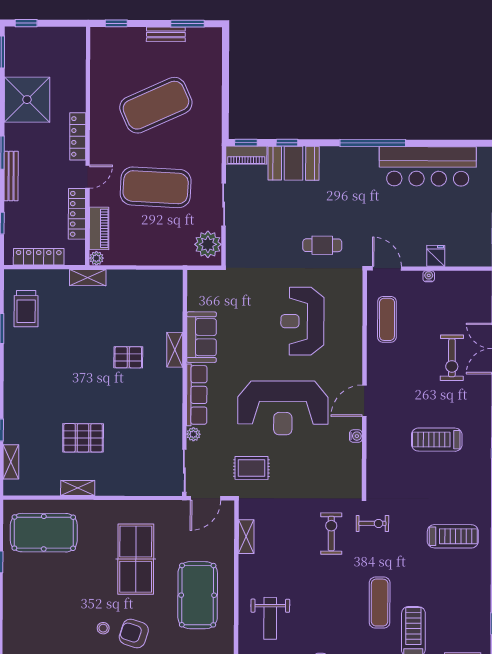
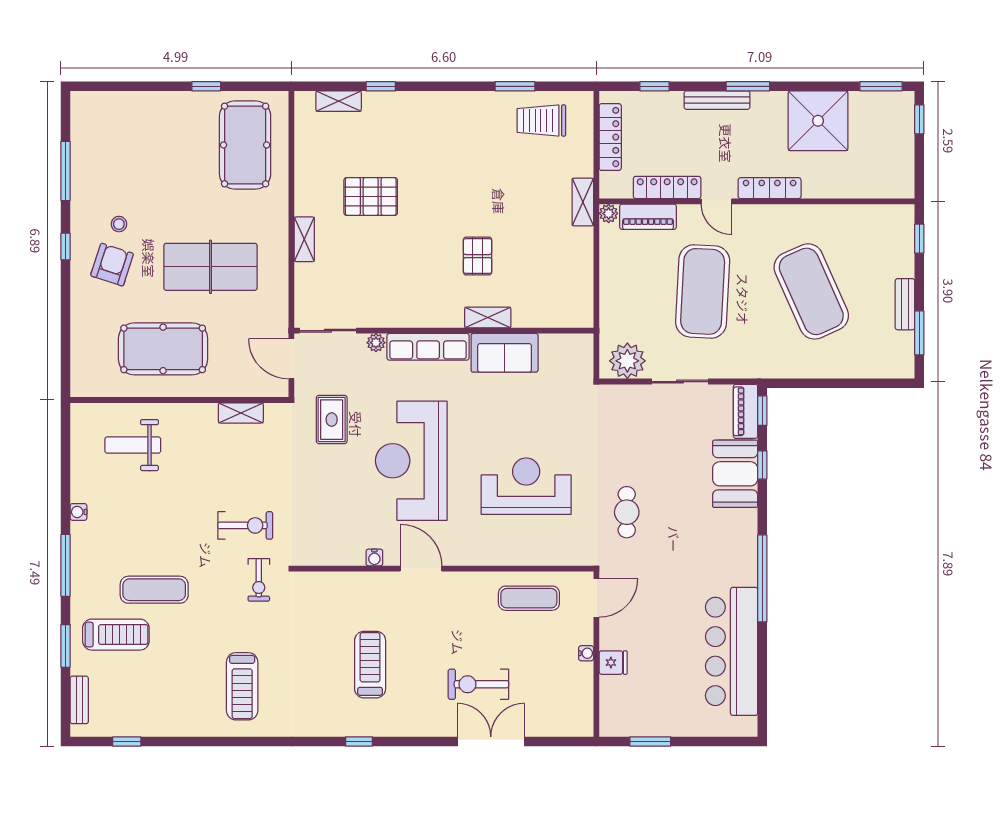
pallet: (83, 438) -> (371, 196), turned 90
shelving: (78, 488) -> (304, 239), moved

